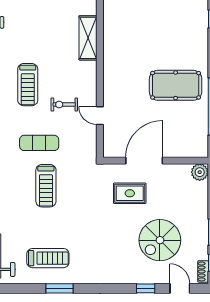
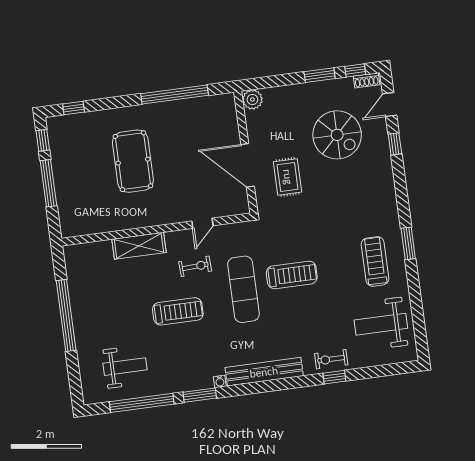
shelving: (88, 38) -> (139, 246), moved
pool table: (176, 85) -> (133, 161), moved
exercise bike: (64, 104) -> (195, 266), turned -93
exercise mat: (39, 143) -> (243, 289), width x1.36, depth x1.45

